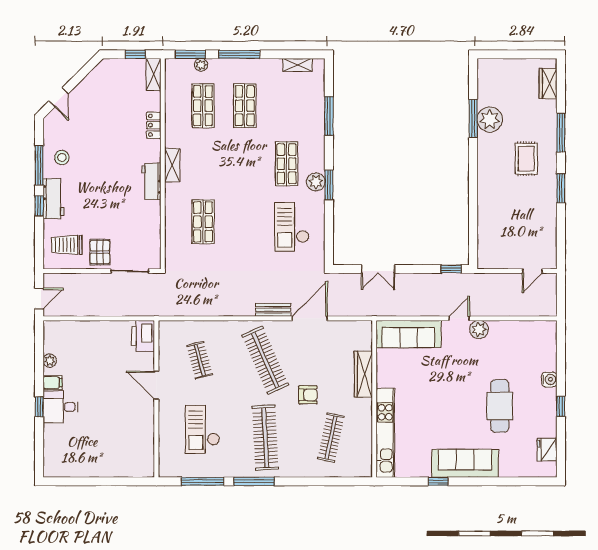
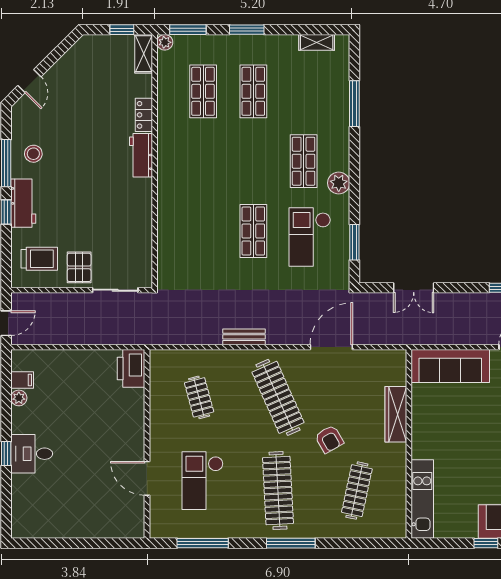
window: (239, 54) -> (247, 30), width x0.69
plant: (201, 65) -> (165, 42), moved
shelving: (172, 165) -> (166, 163), removed
workbench: (151, 181) -> (141, 155), moved
window: (329, 185) -> (354, 242), moved
shop shelf: (203, 222) -> (253, 231), moved
trolley: (67, 245) -> (39, 259), turned 180
bench: (273, 310) -> (244, 337), moved
filing cabinet: (52, 383) -> (22, 380), moved
door: (156, 385) -> (147, 478), moved
armchair: (308, 395) -> (329, 439), turned 60
kitchen unit: (385, 433) -> (422, 499), width x0.73
window: (254, 481) -> (291, 543), moved

